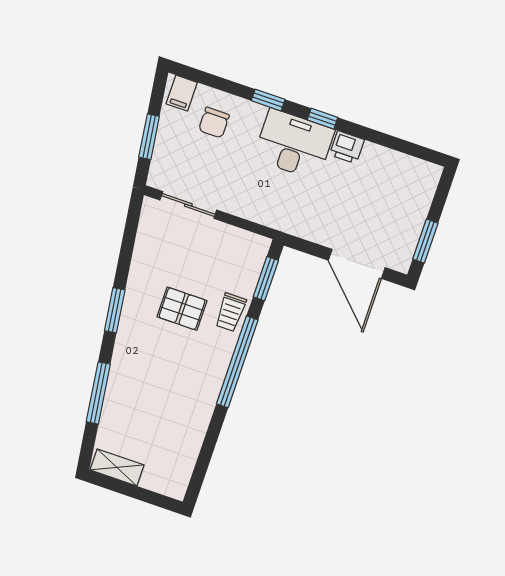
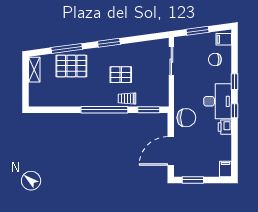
filing cabinet: (426, 173) -> (226, 169), added
chair: (305, 213) -> (186, 118), added
pallet: (182, 309) -> (121, 75), turned 90
pallet: (134, 396) -> (71, 66), added

